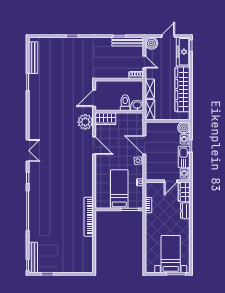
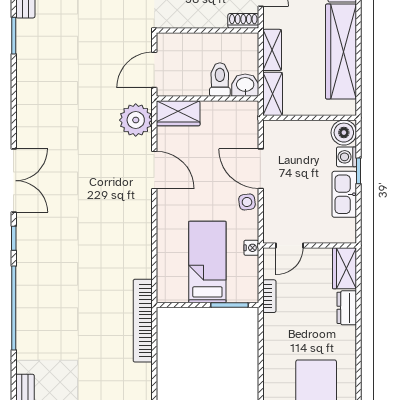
double door: (28, 151) -> (14, 181), width x1.37
washing machine: (185, 173) -> (347, 229), removed
door: (171, 181) -> (289, 245), moved

